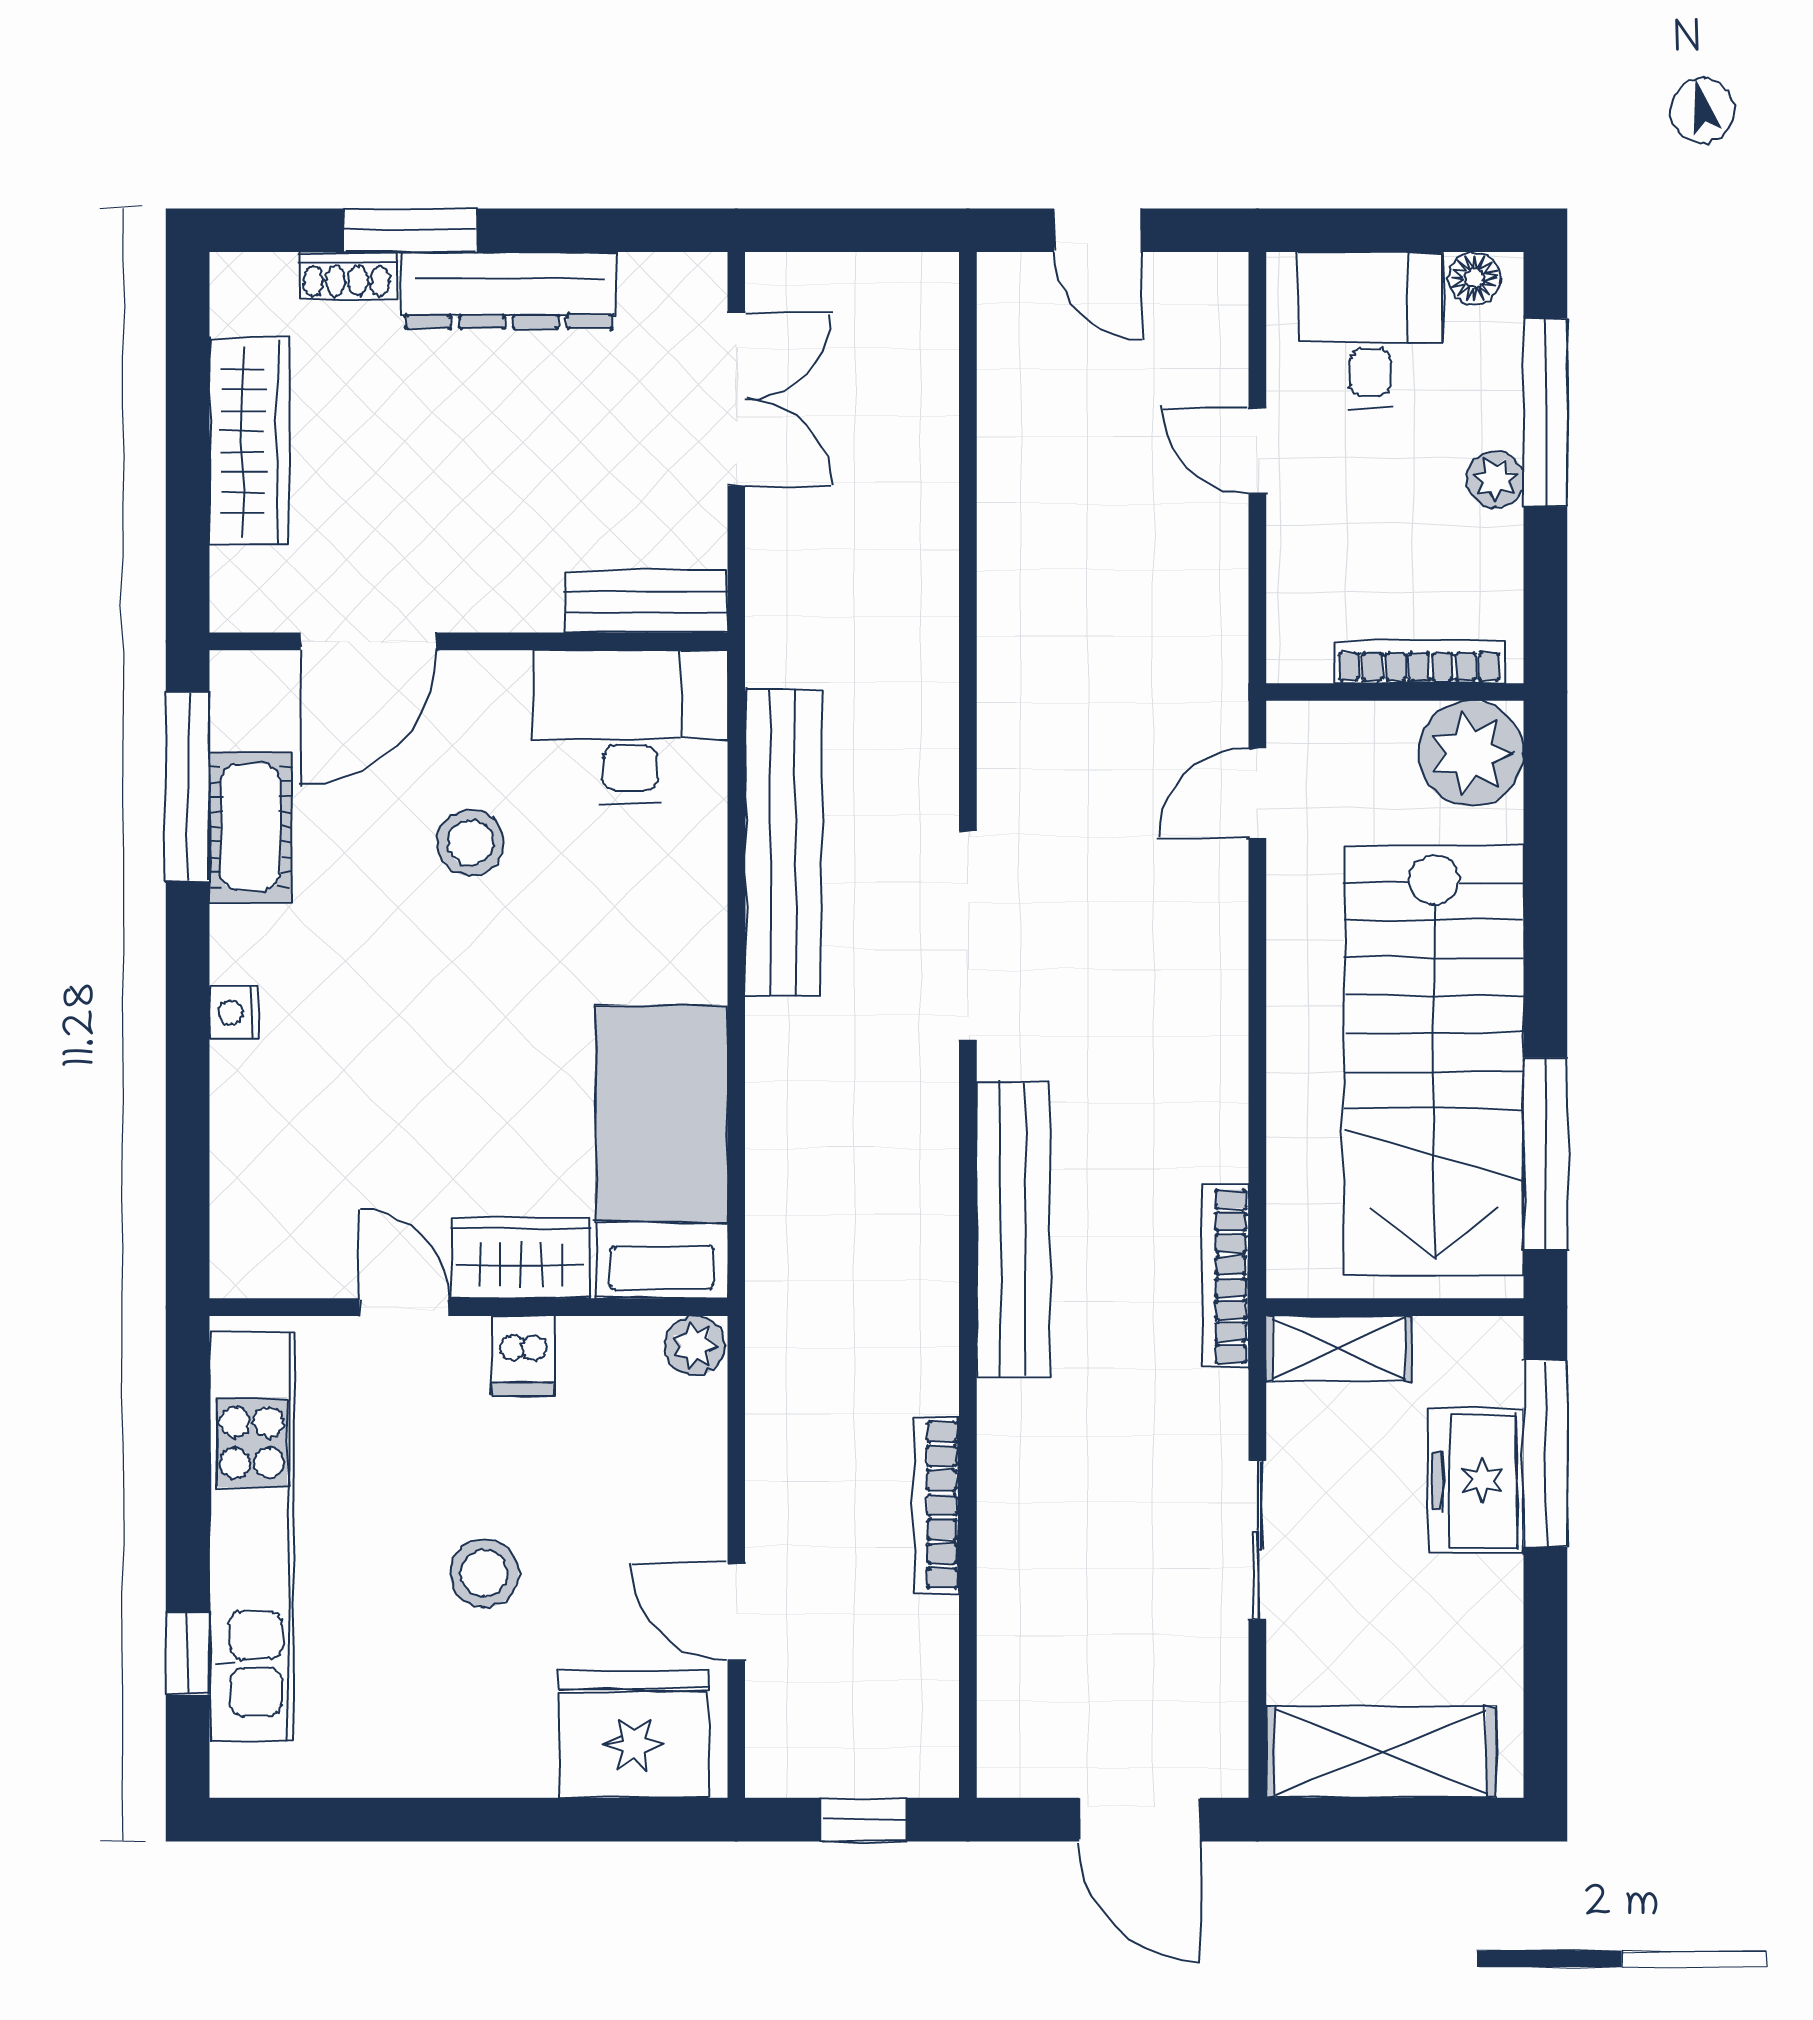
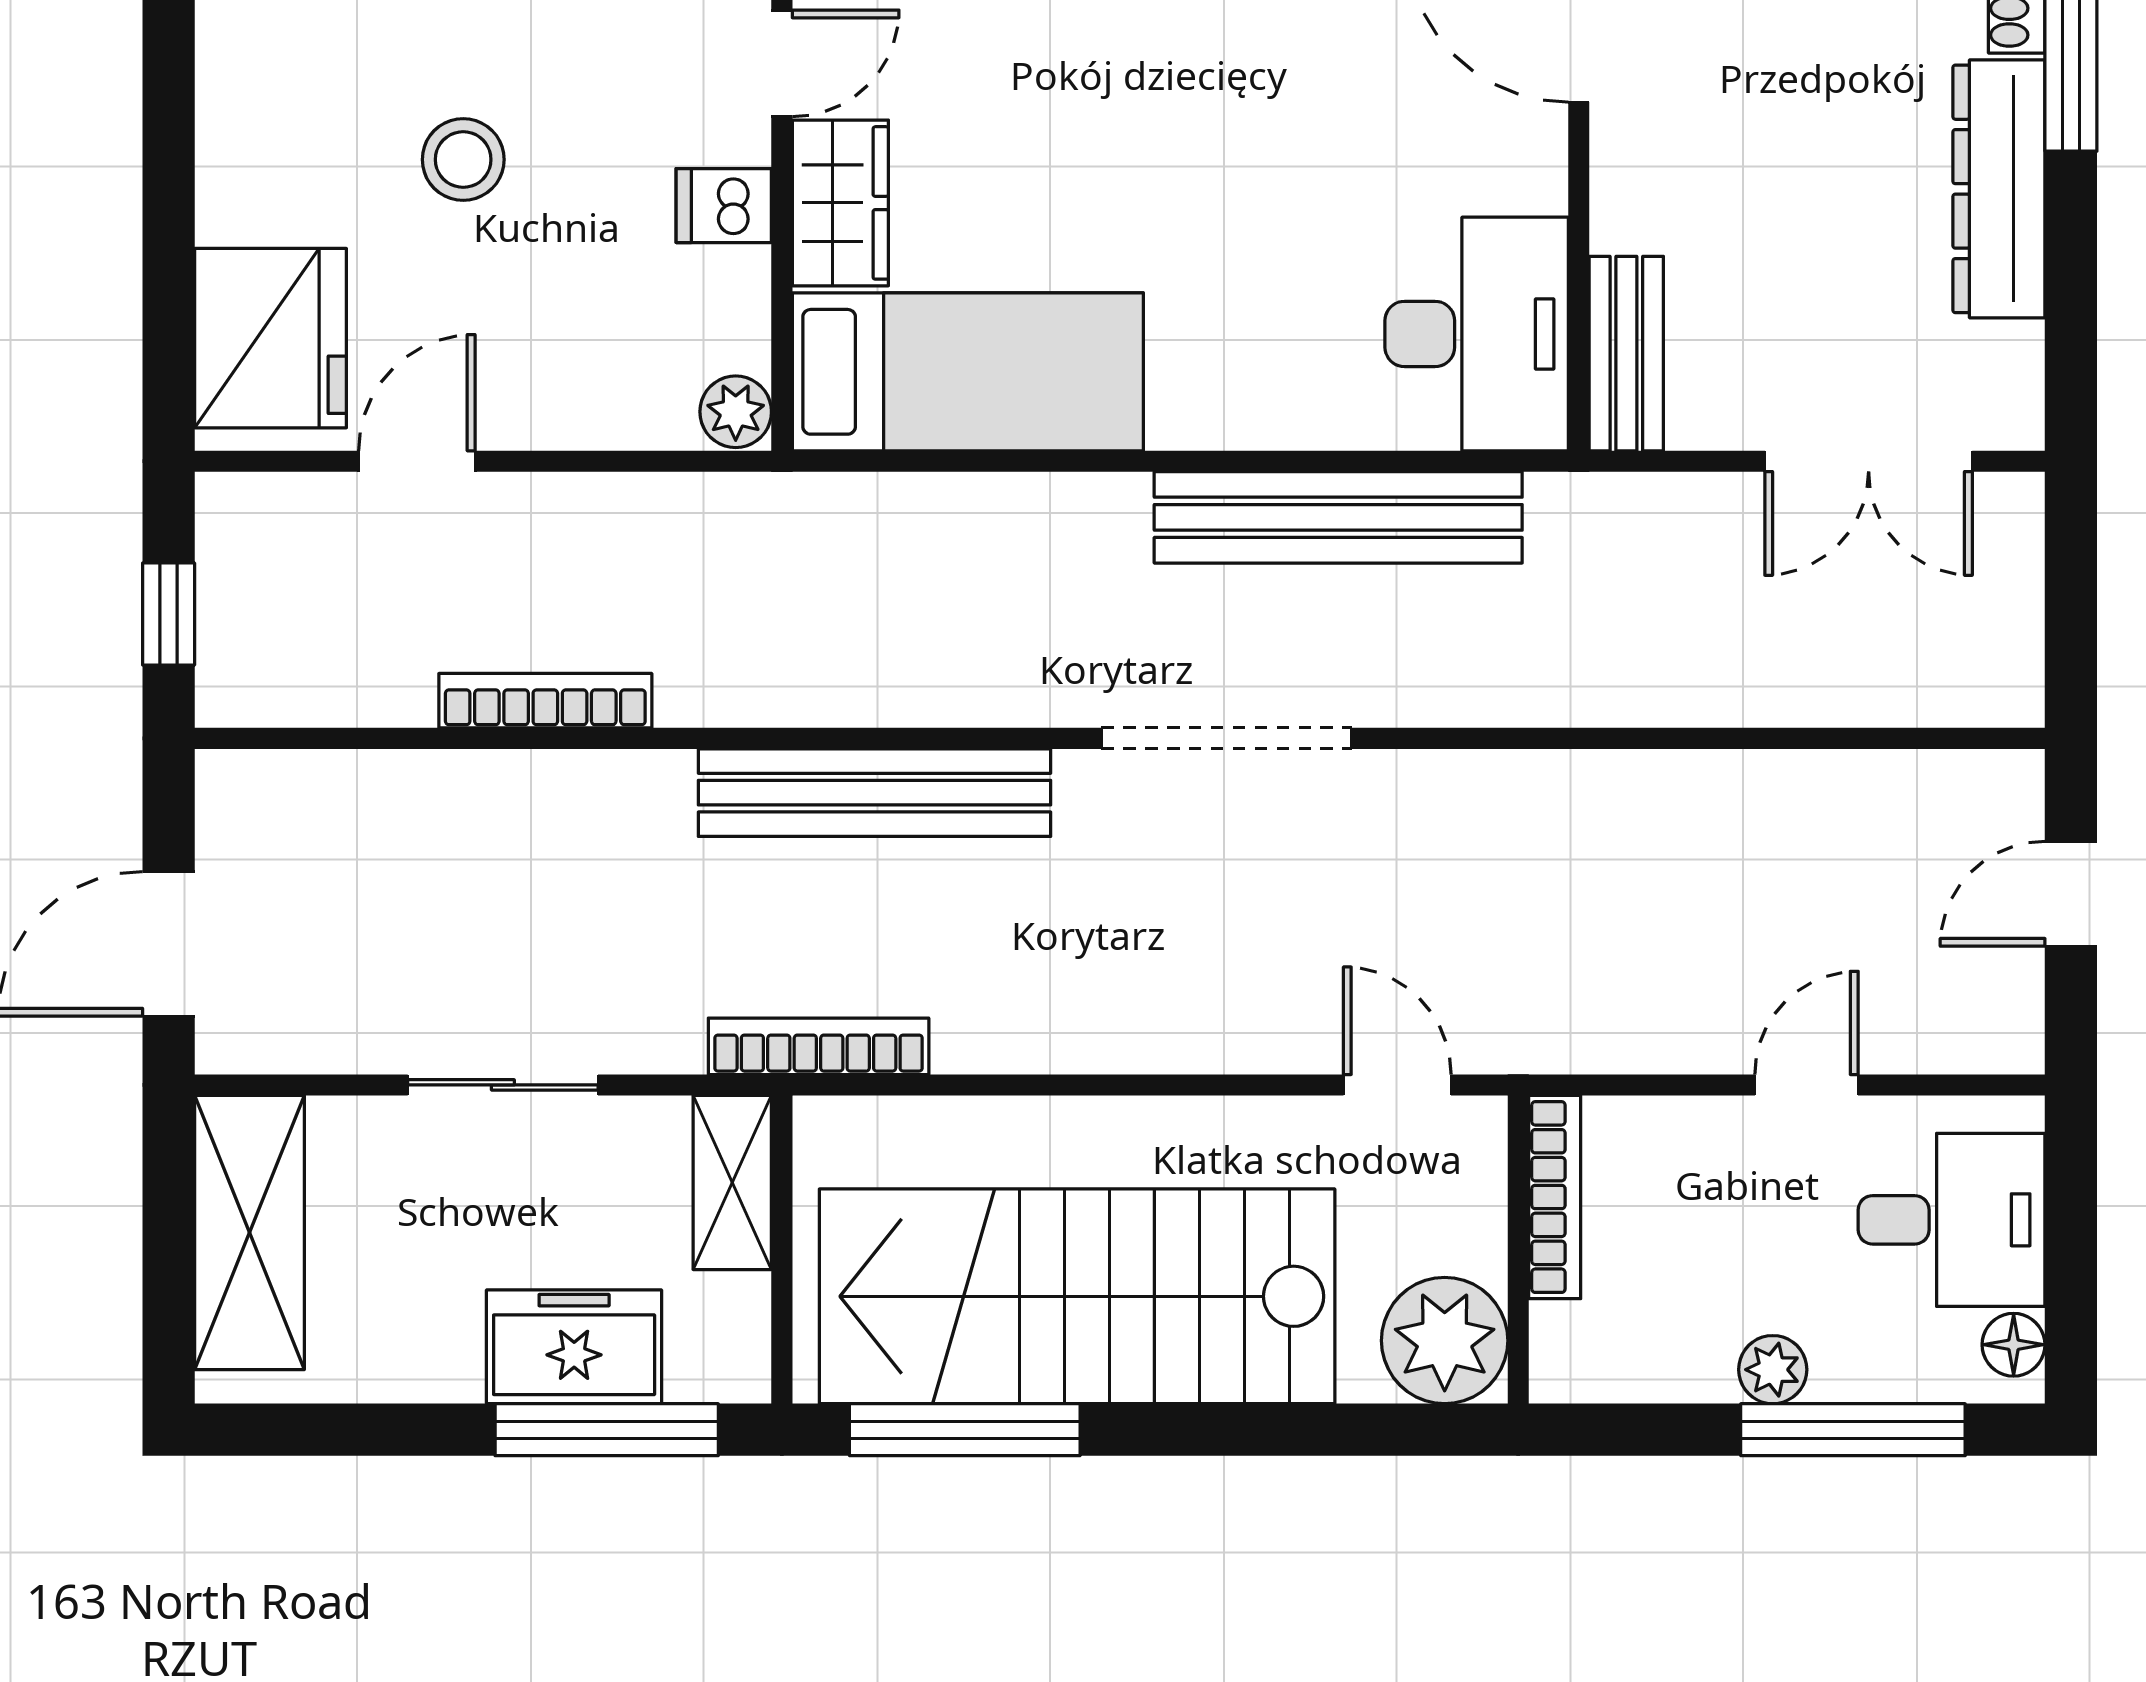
bookcase: (1419, 662) -> (1555, 1197), moved
stool: (470, 843) -> (1338, 143), removed

